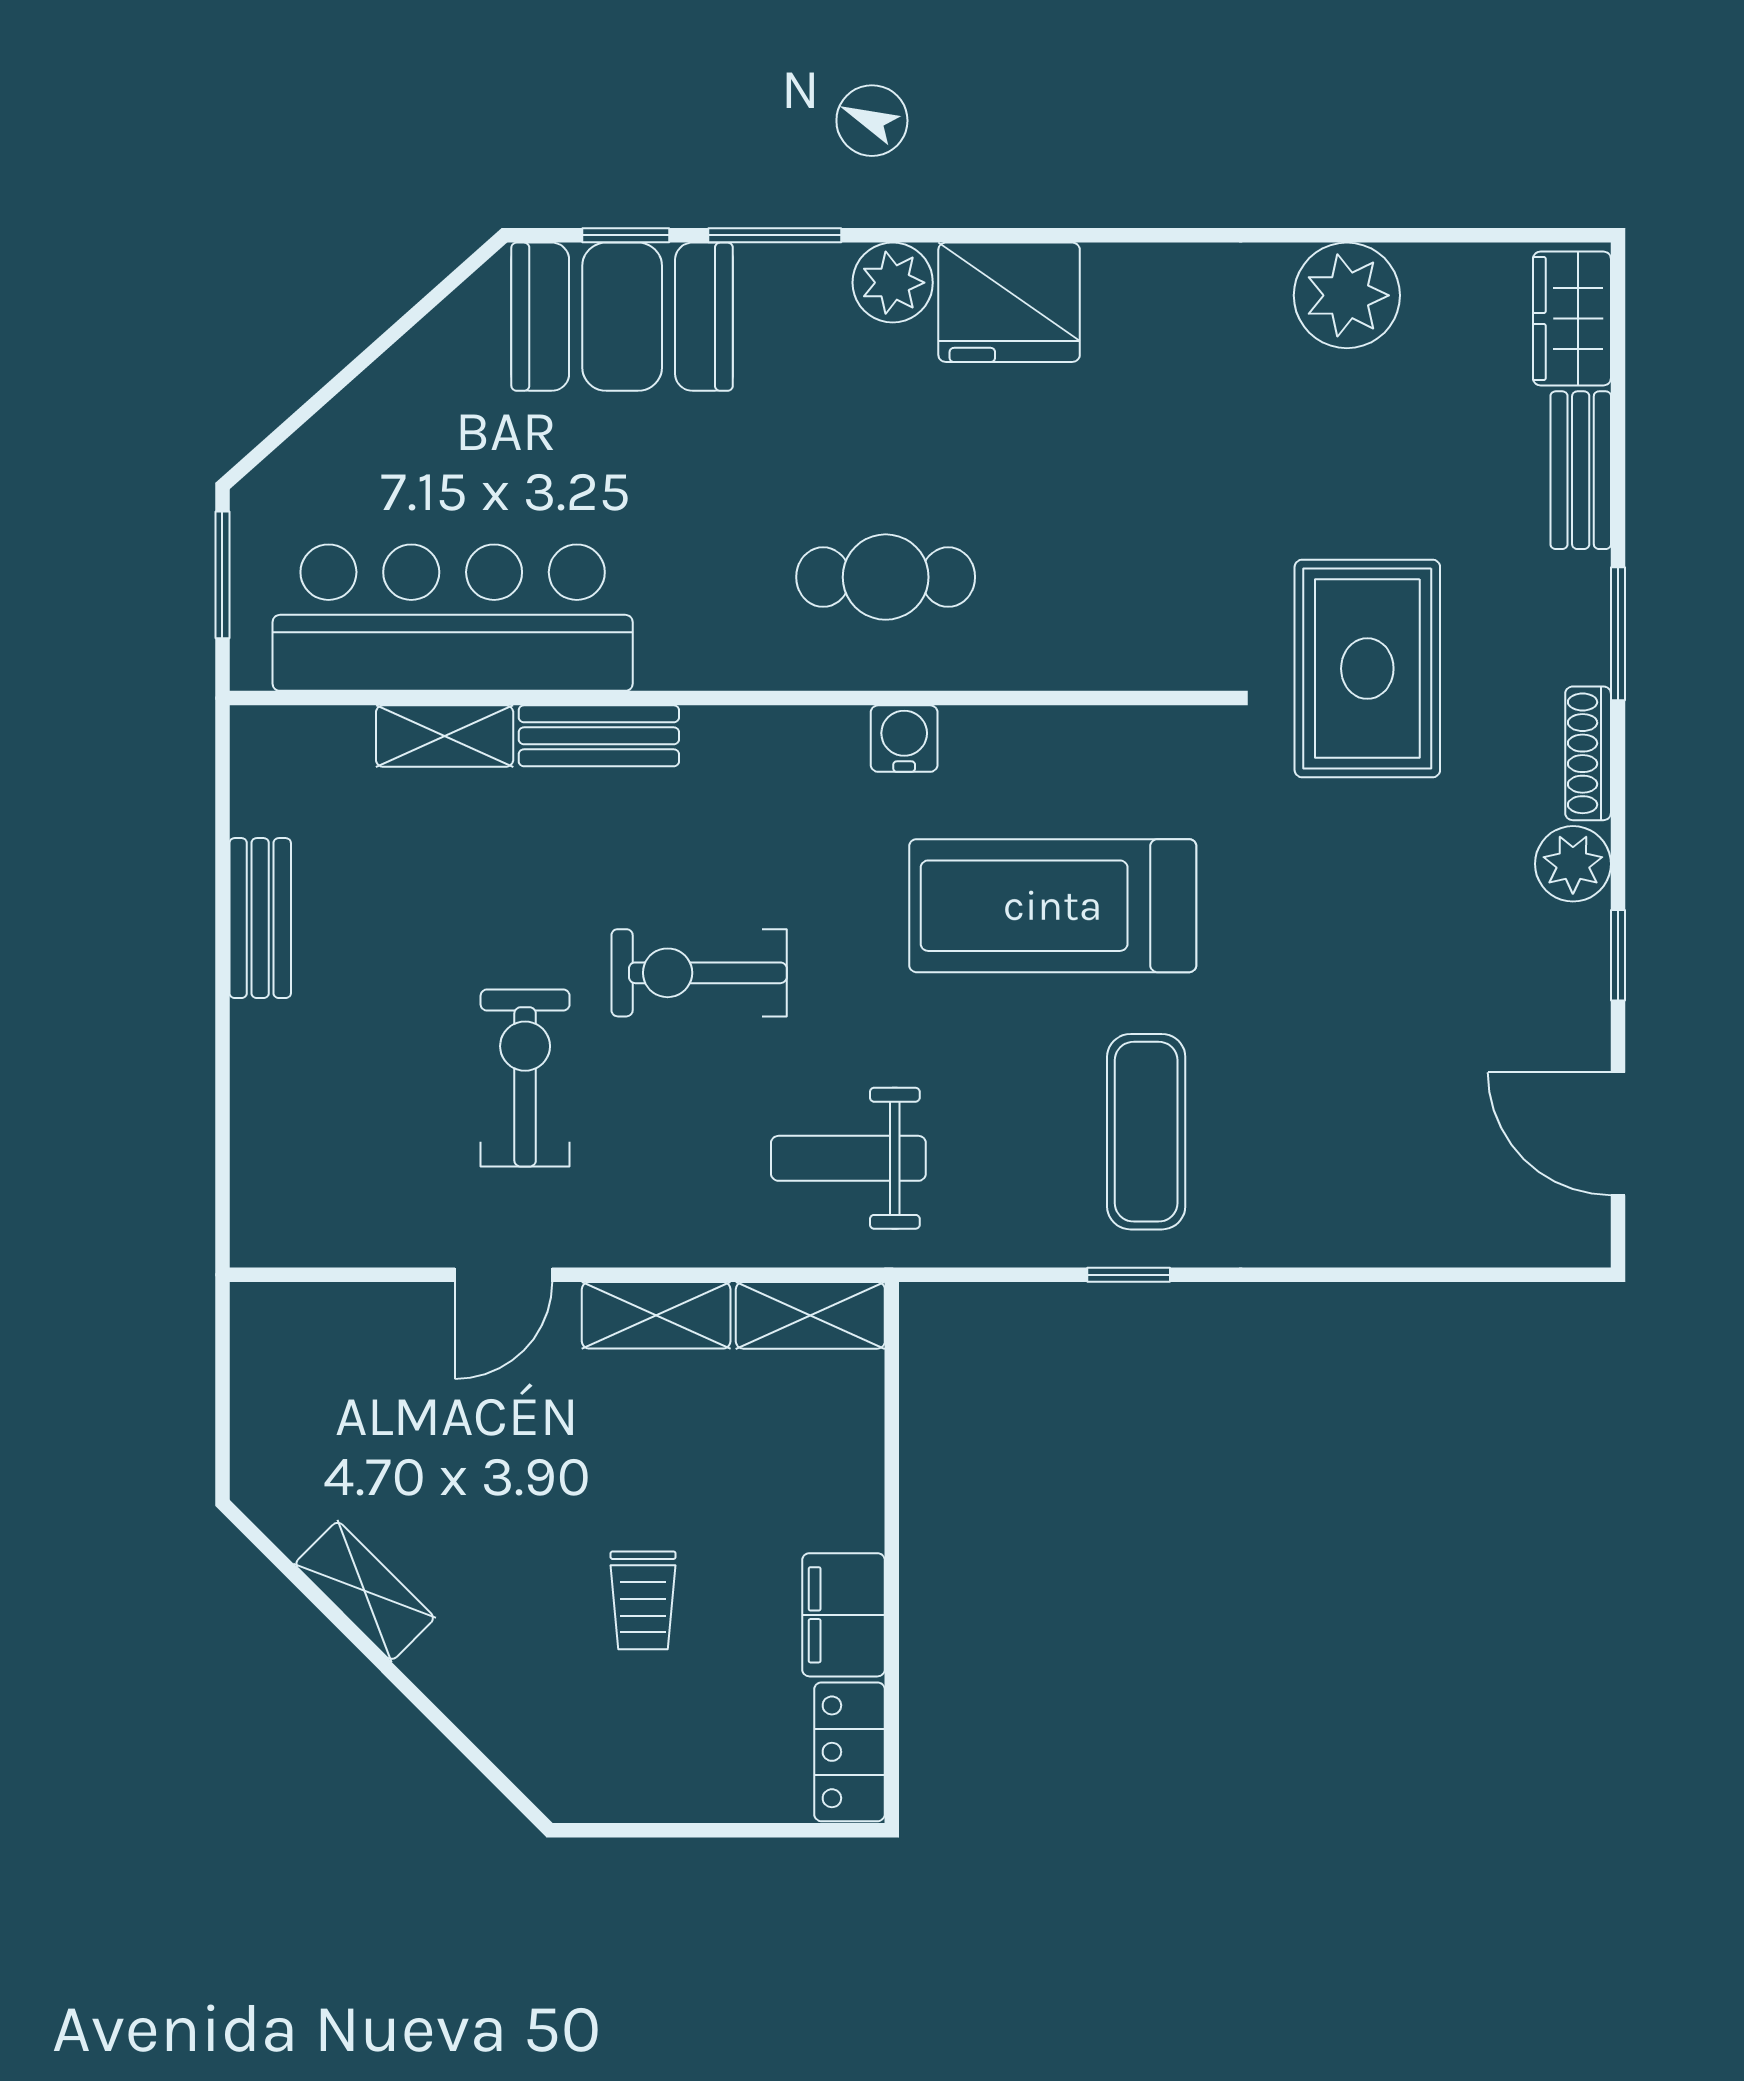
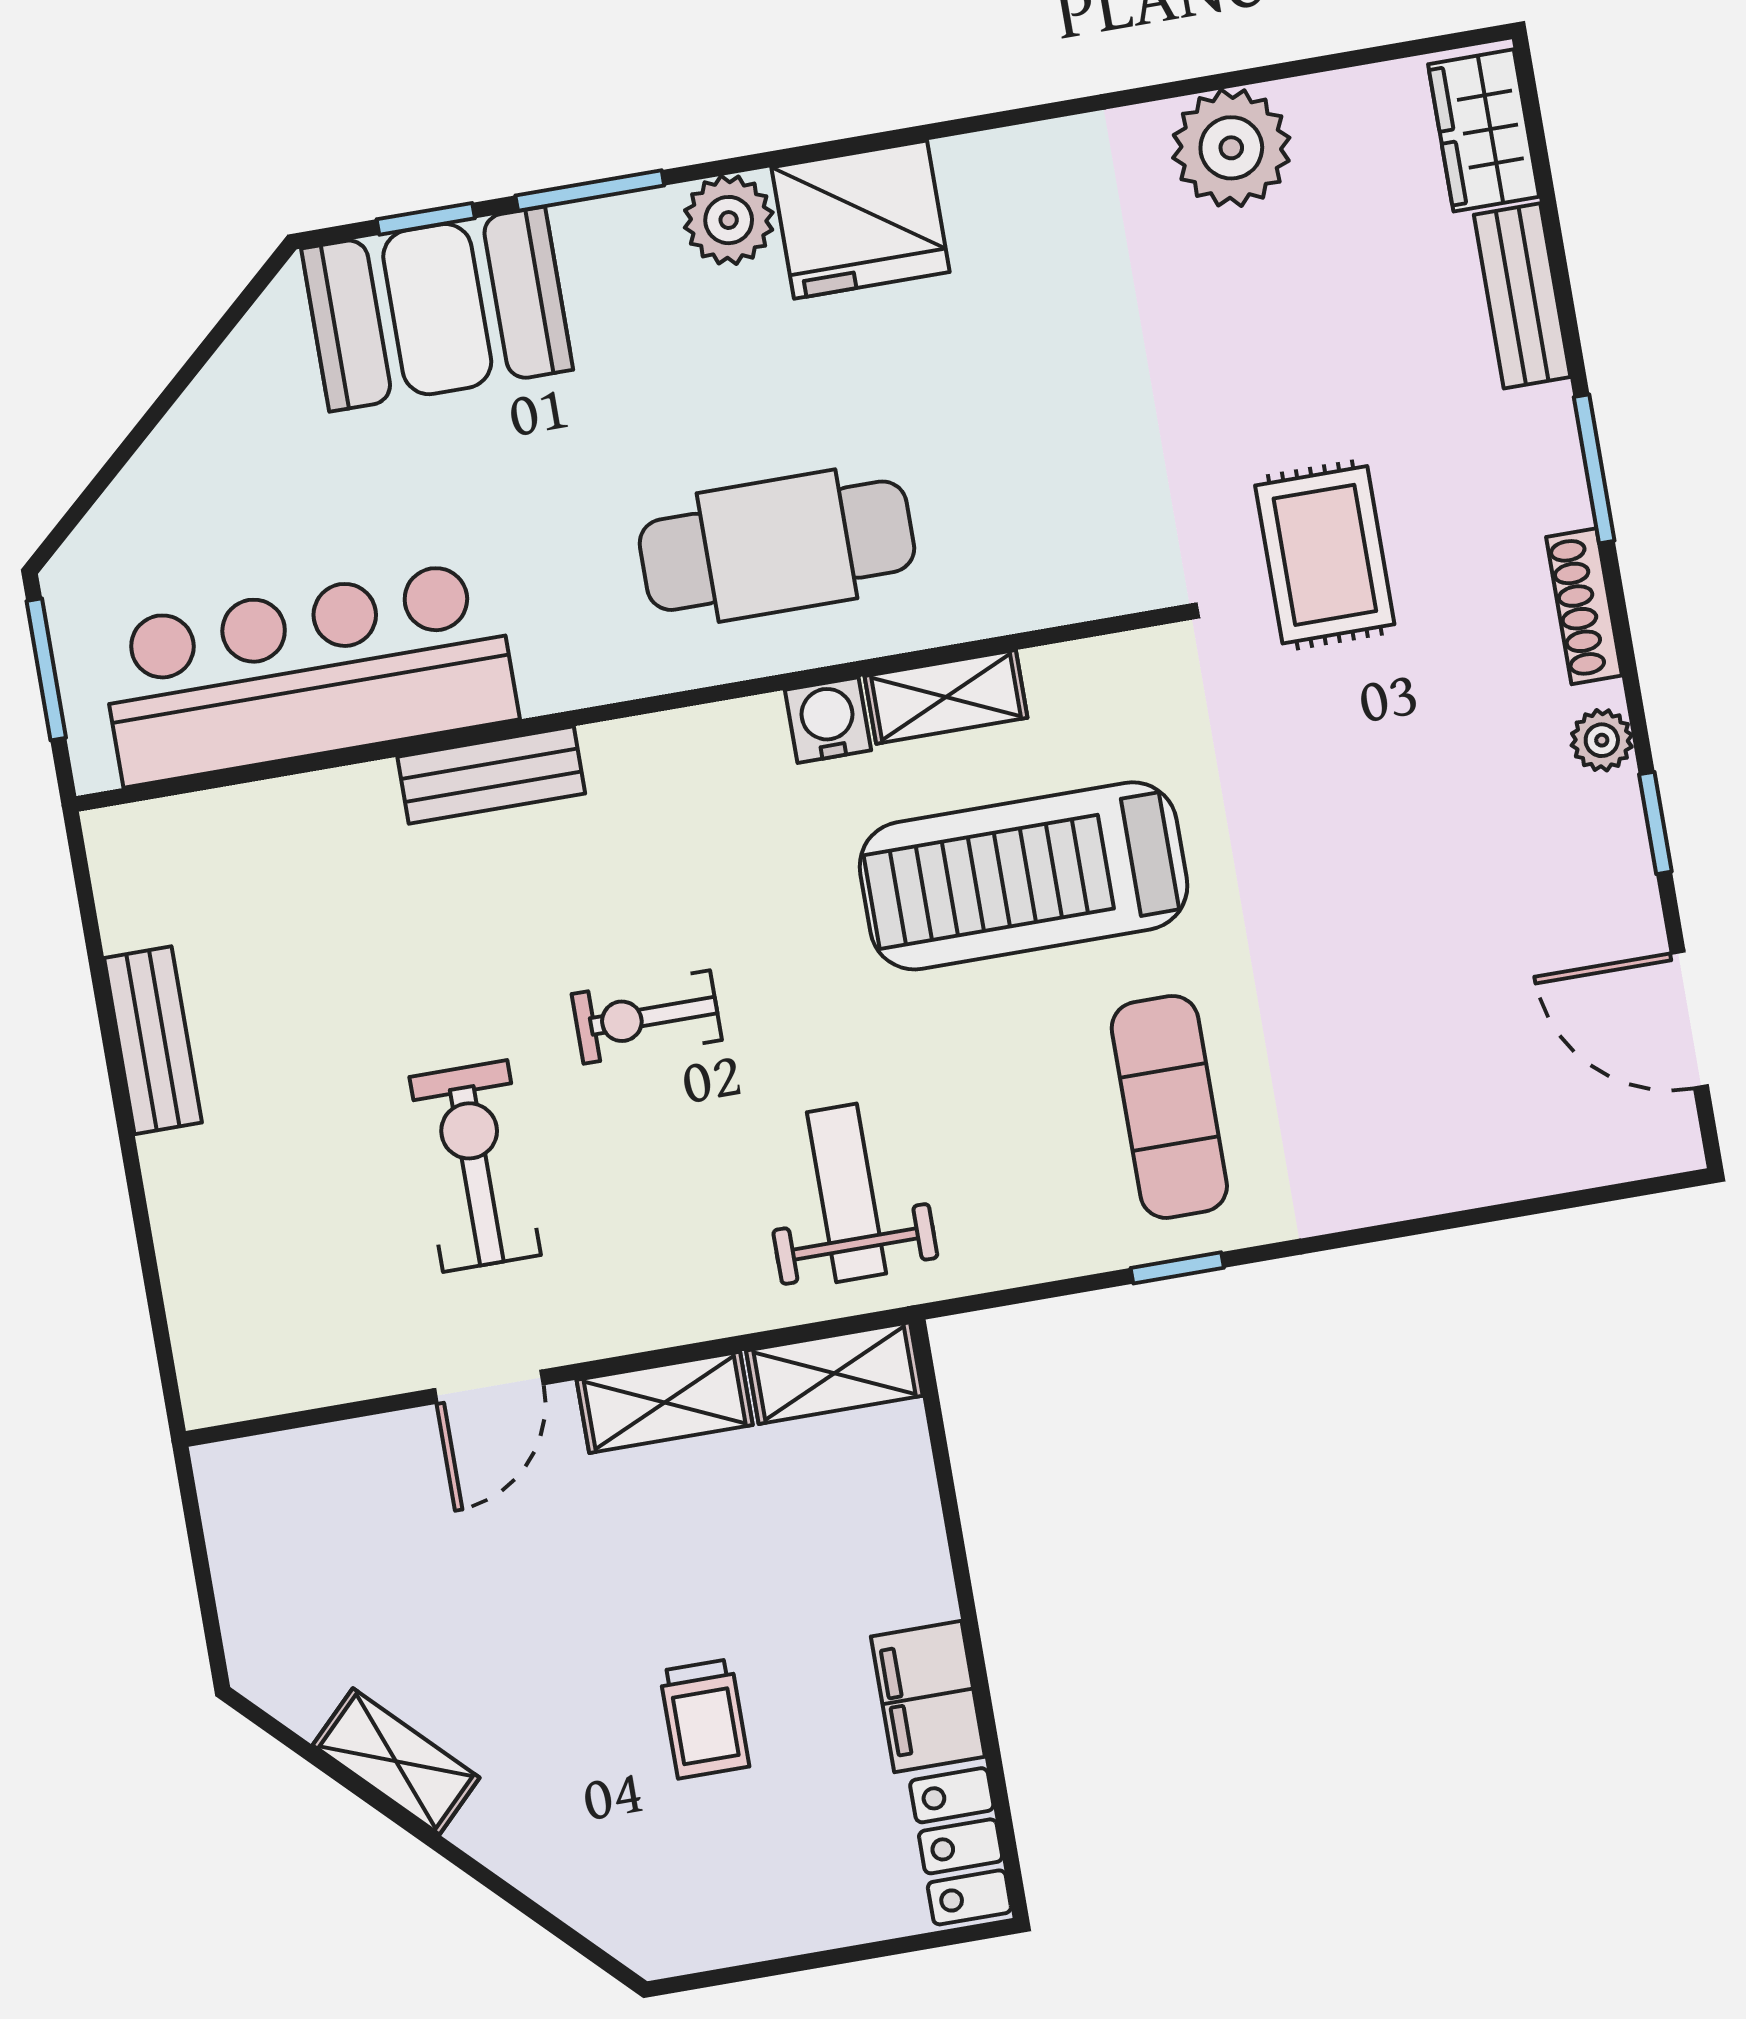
cafe table: (886, 577) -> (777, 546), width x1.37, depth x1.35
rug: (1367, 669) -> (1325, 555), width x0.73, depth x0.70
shelving: (445, 736) -> (946, 697), moved
plant: (1573, 864) -> (1602, 740), width x0.73, depth x0.73
exercise bike: (699, 973) -> (647, 1017), width x0.73, depth x0.72
weight bench: (848, 1158) -> (847, 1193), turned 90

